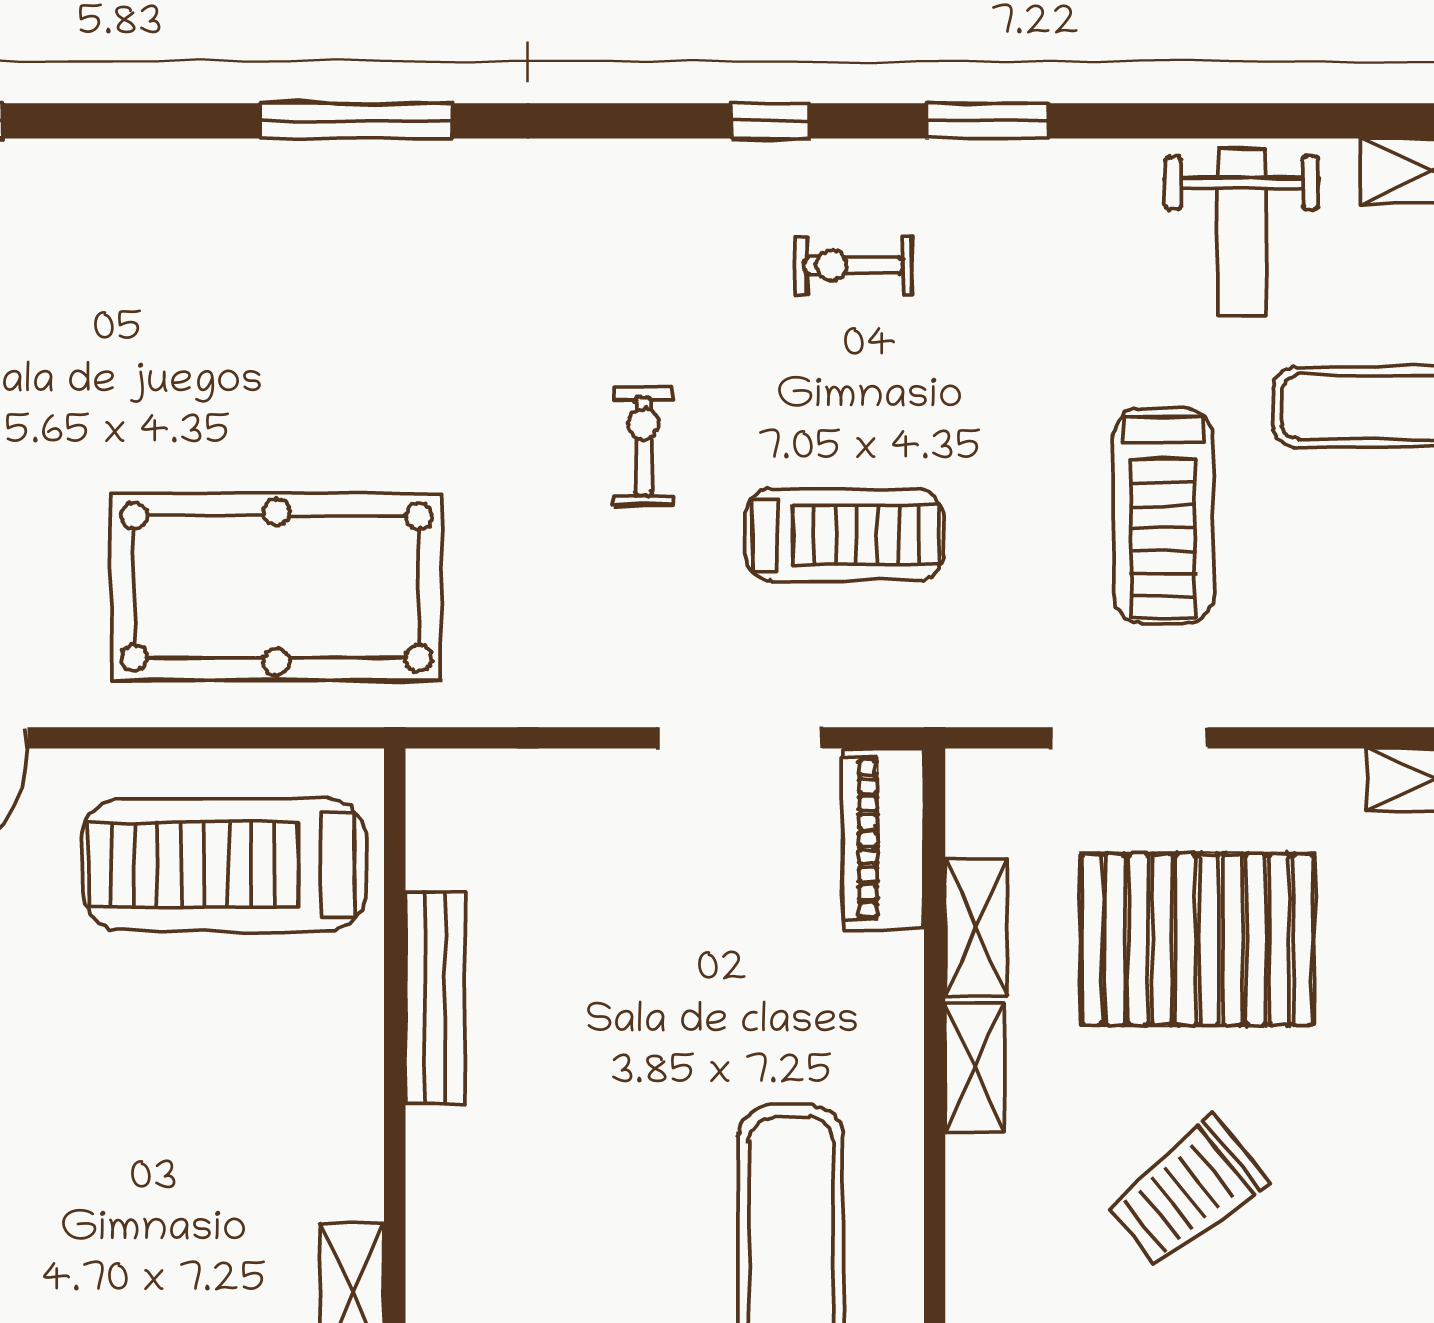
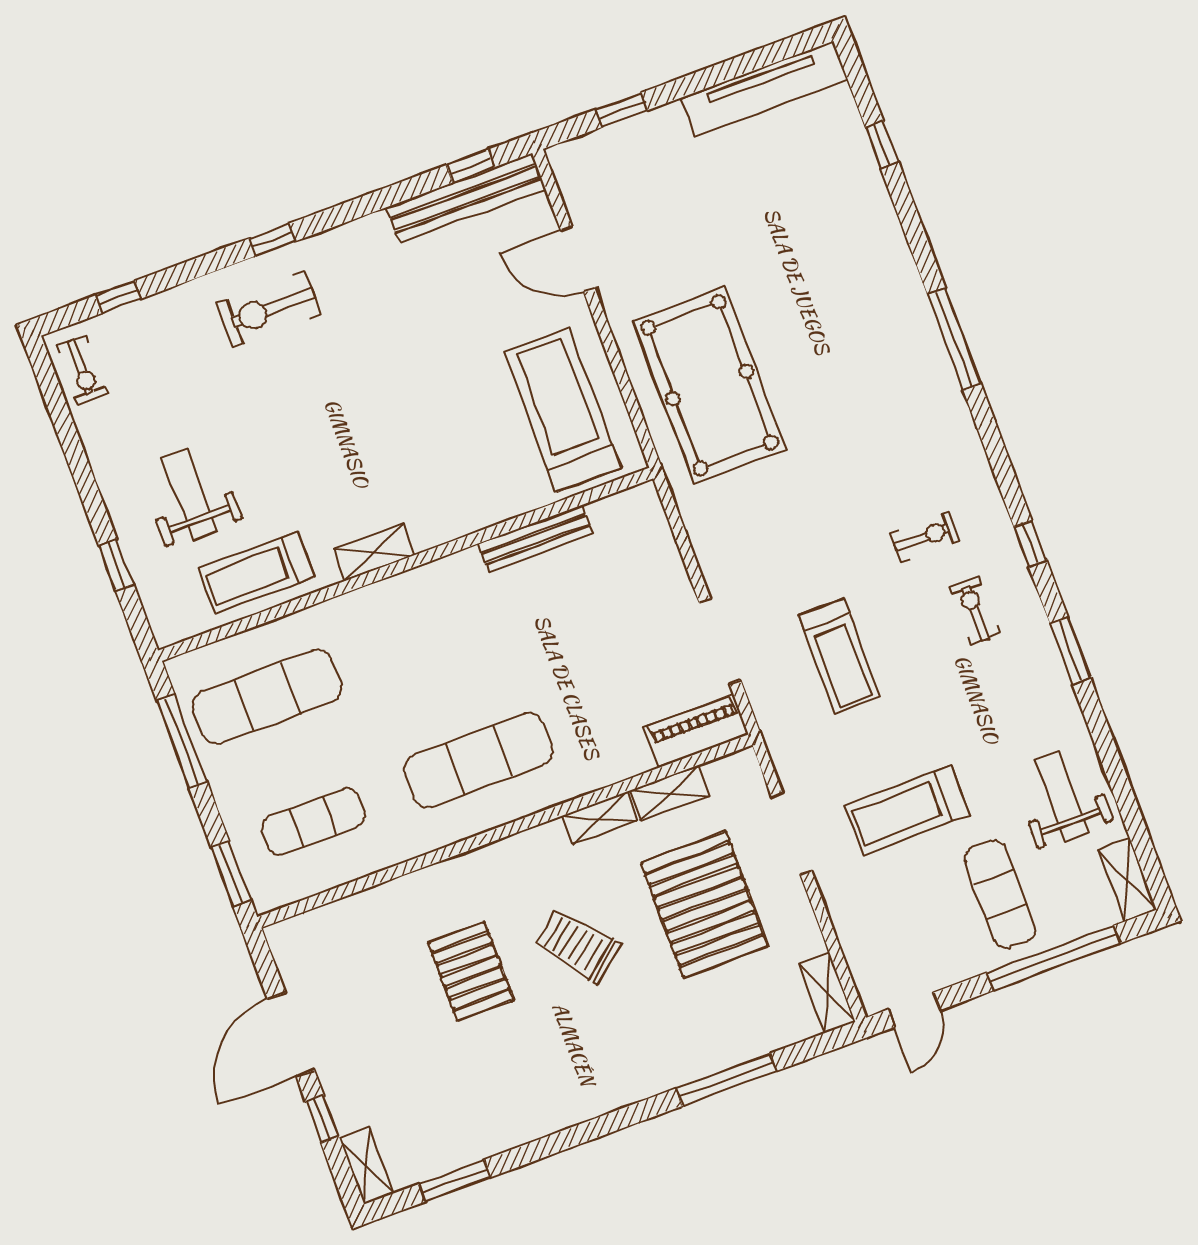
weight bench: (1242, 233) -> (1062, 797), turned 90
exercise bike: (643, 447) -> (925, 537), moved

